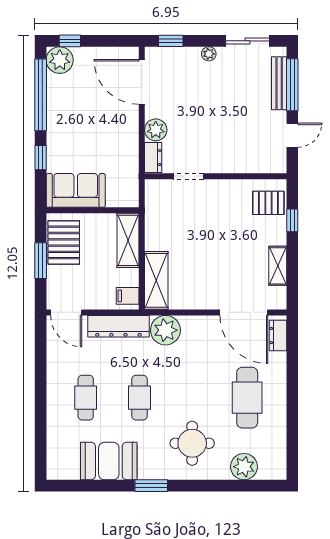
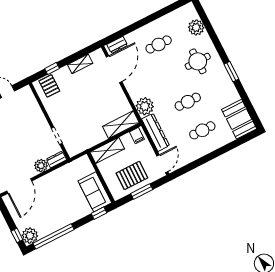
window: (41, 158) -> (99, 213), moved
pallet: (64, 242) -> (132, 175), moved
cafe table: (247, 398) -> (159, 44), width x0.73, depth x0.74
booth: (109, 461) -> (239, 119), moved

